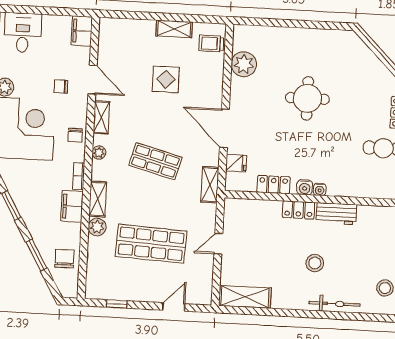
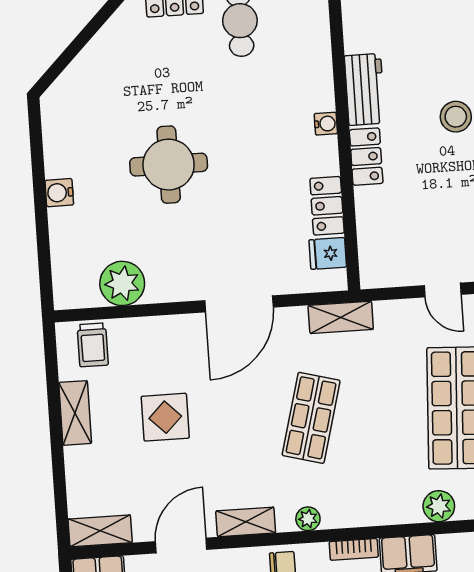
fridge: (236, 163) -> (328, 253), moved, turned -90
water cooler: (305, 187) -> (59, 193), moved, turned 180
shelving: (98, 199) -> (100, 531), moved

